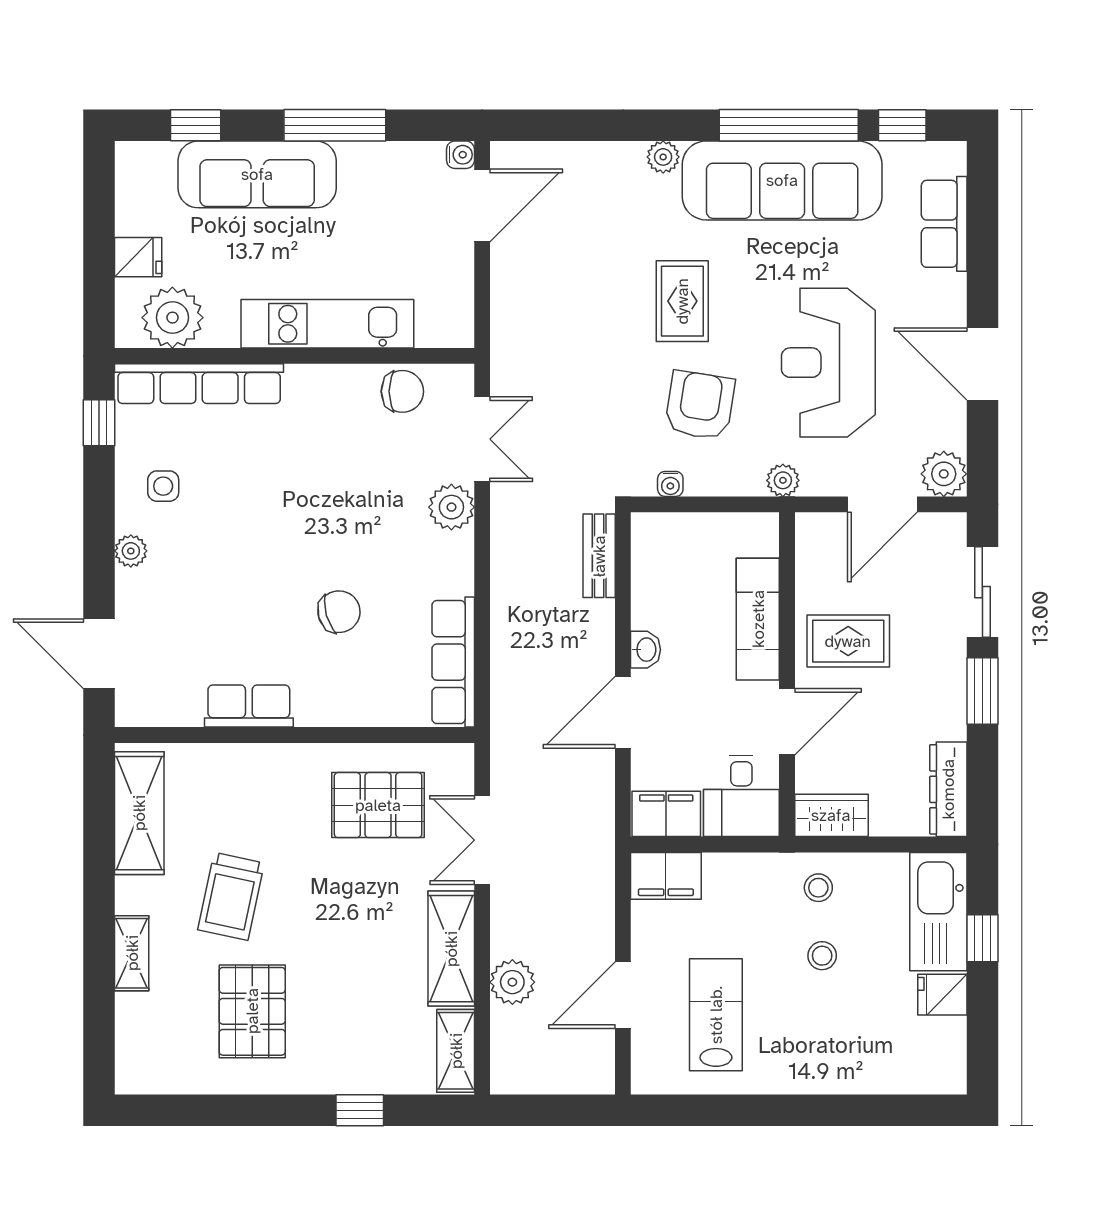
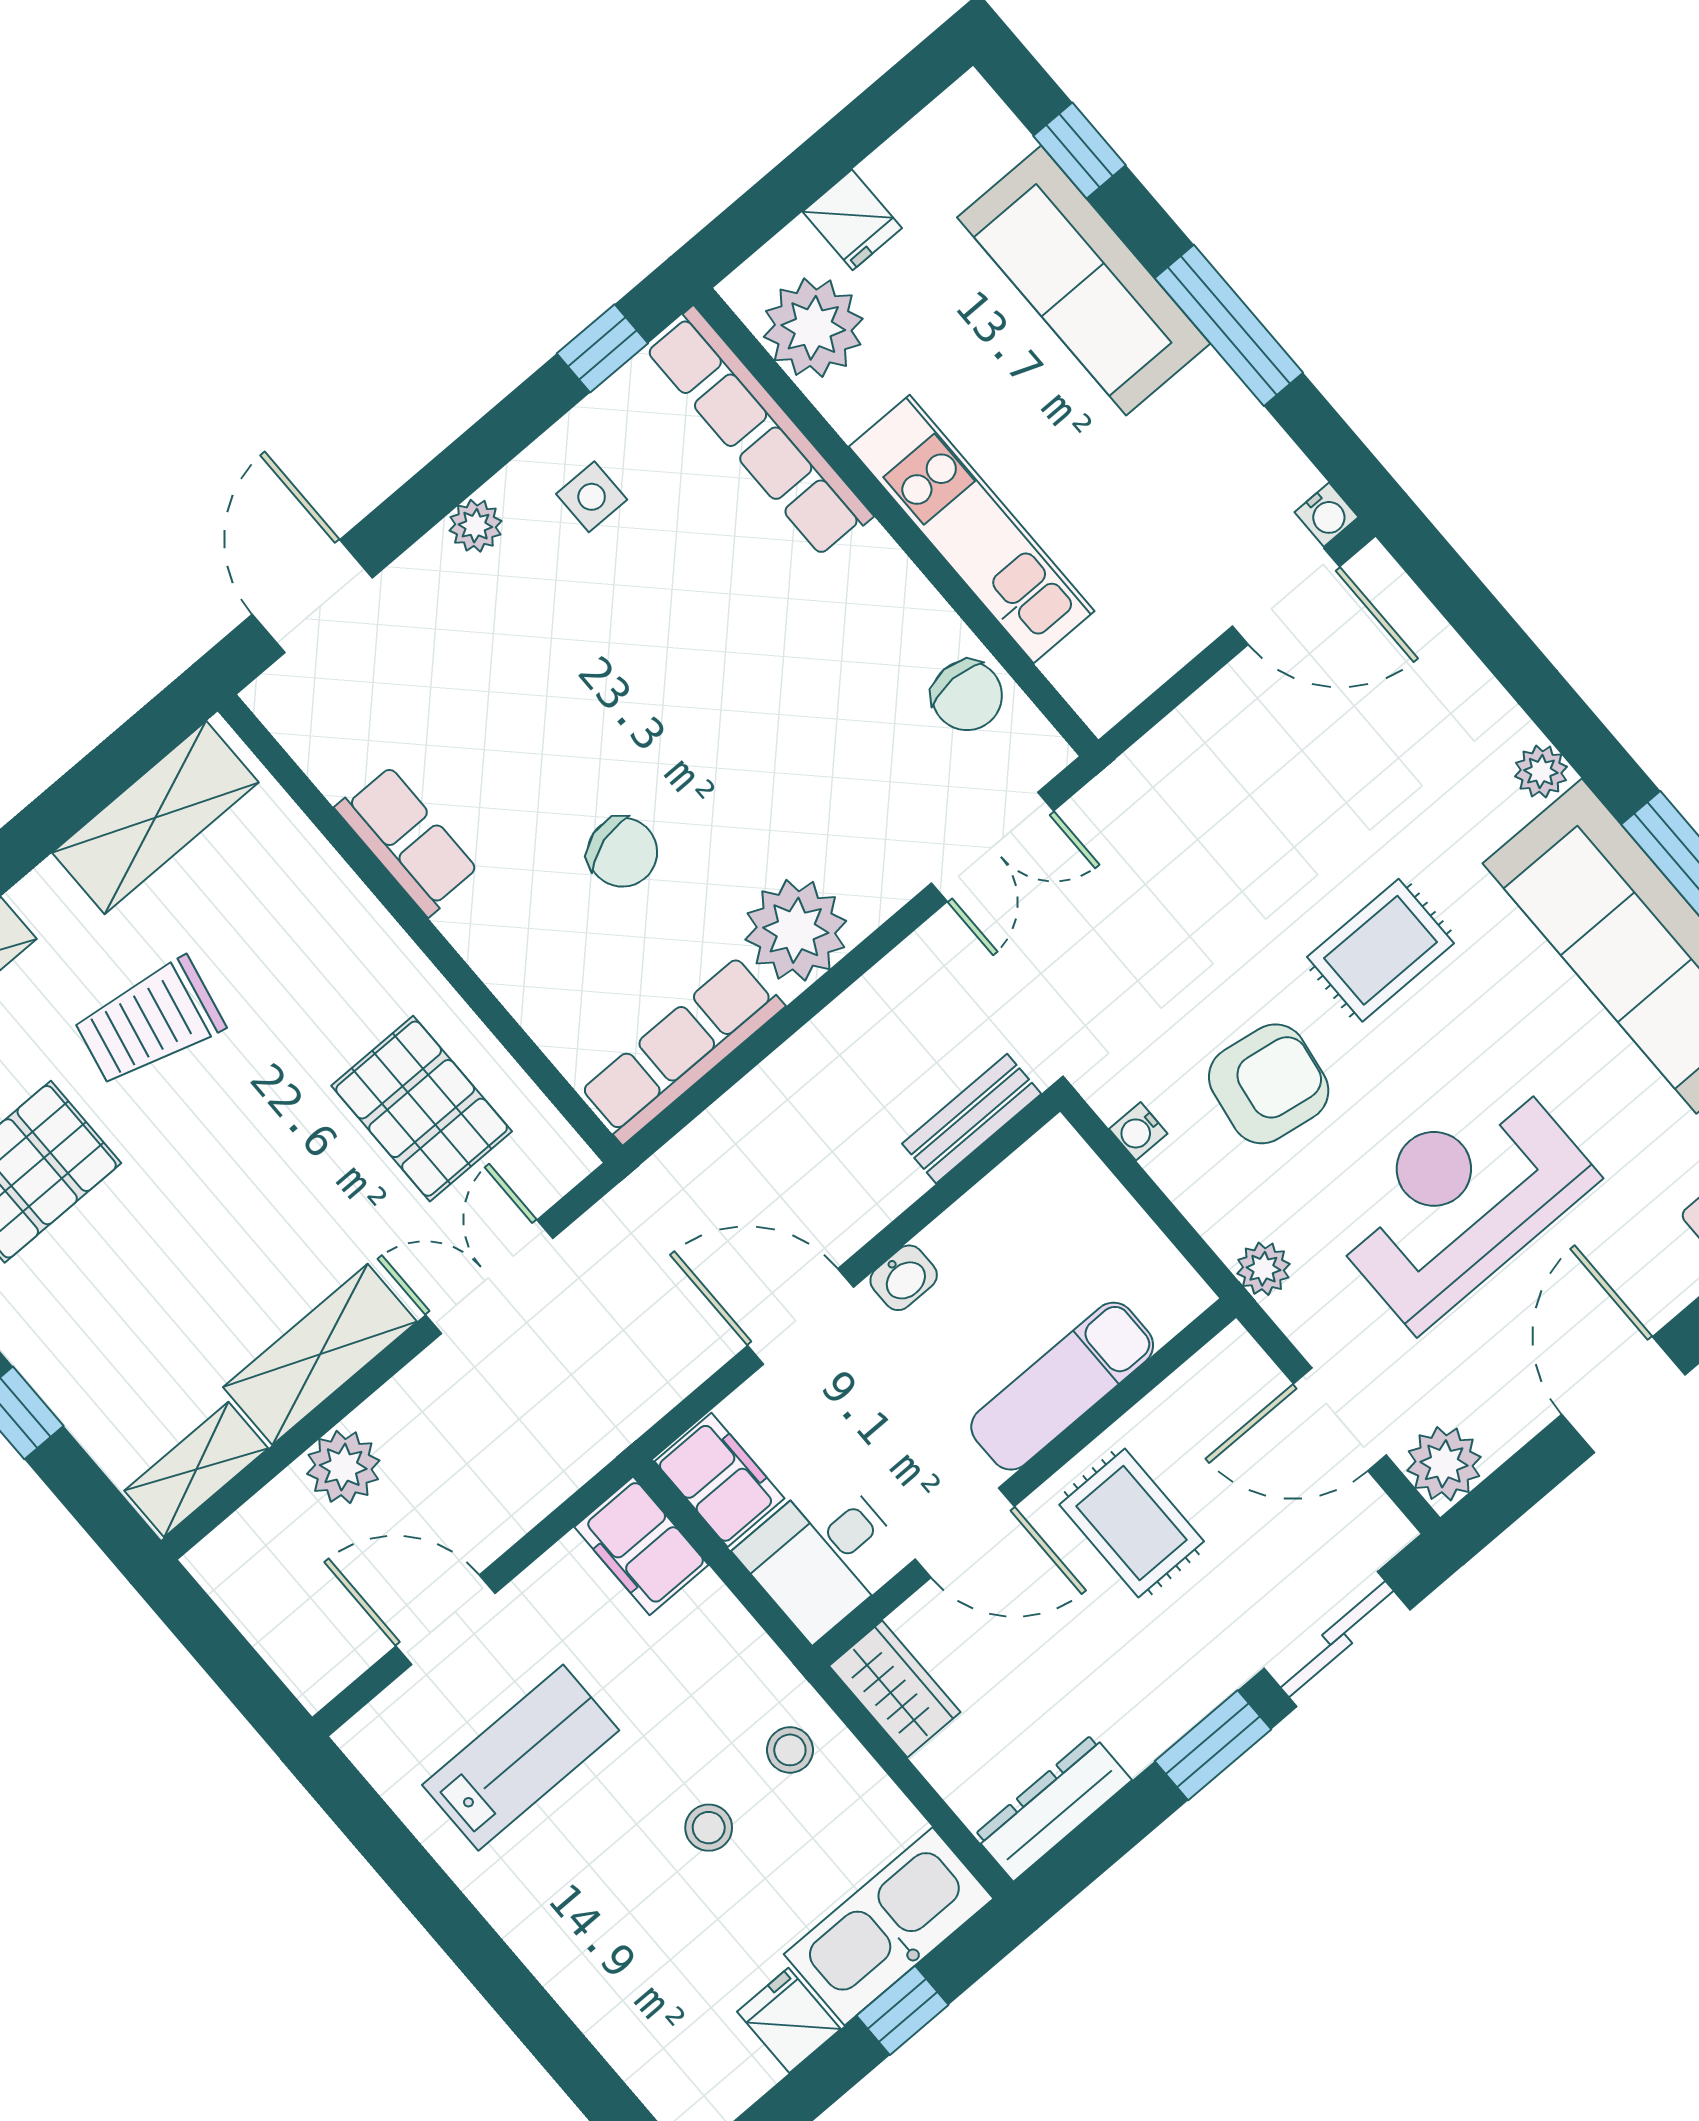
plant: (451, 507) -> (796, 930), moved, width x1.36, depth x1.36

